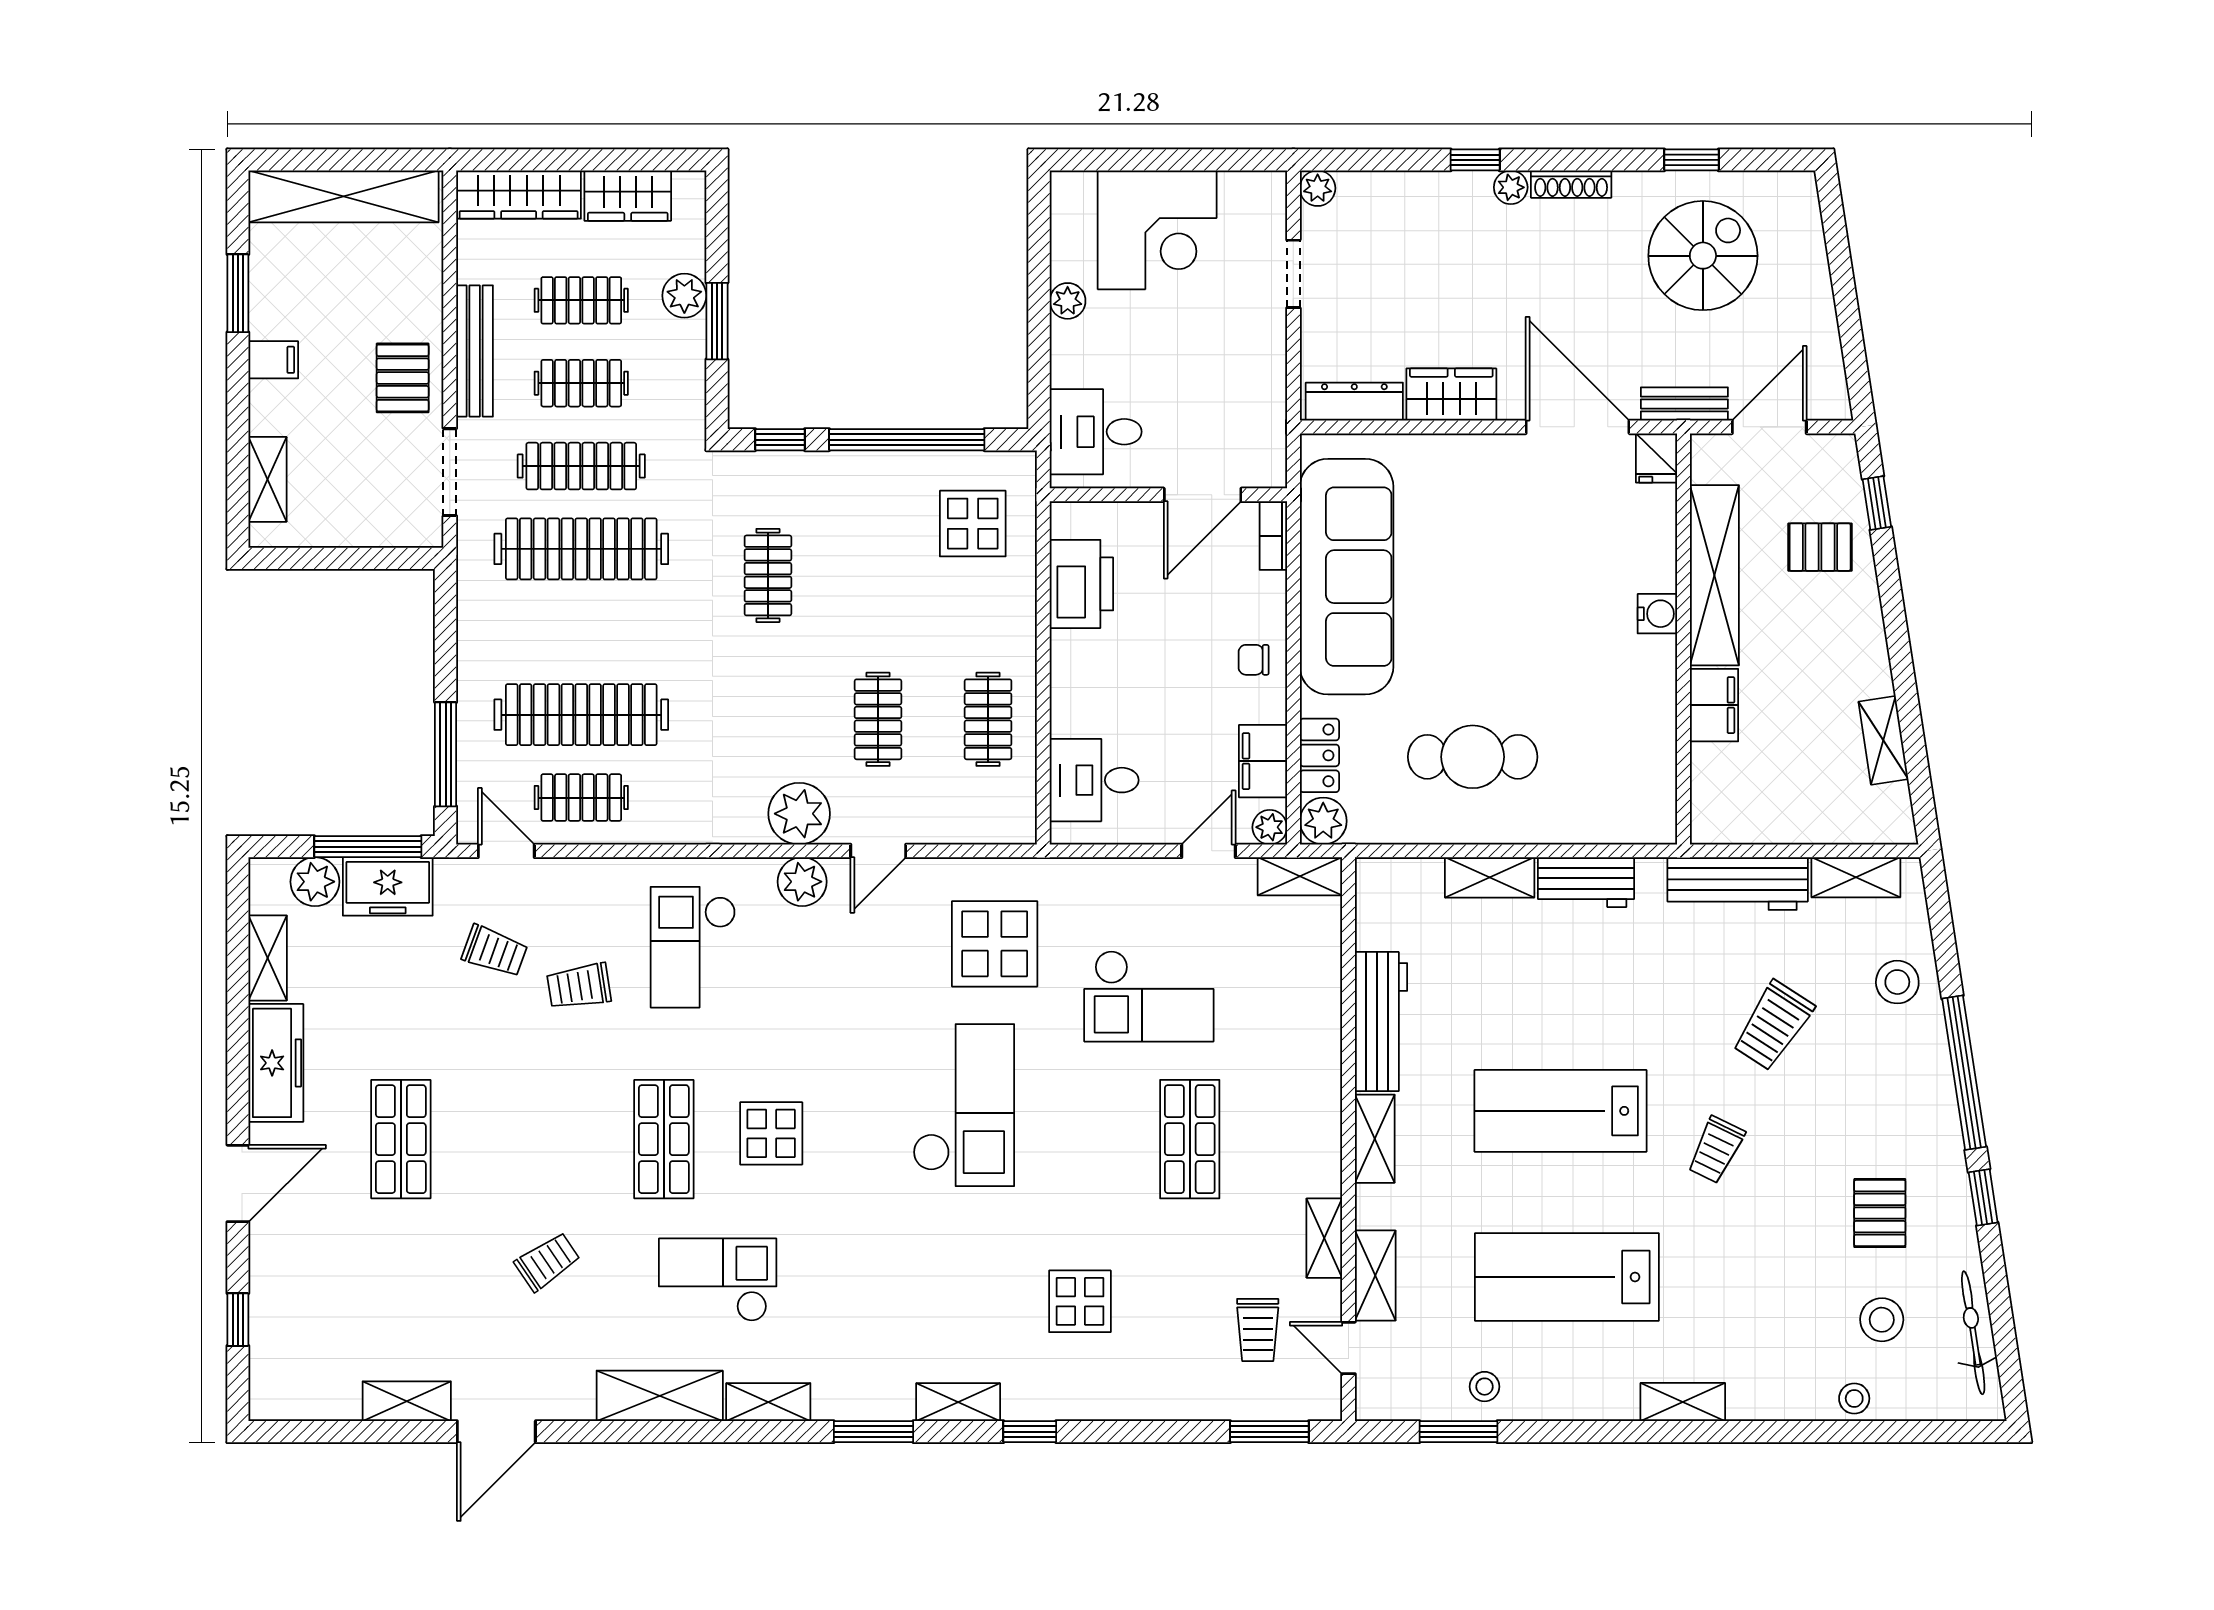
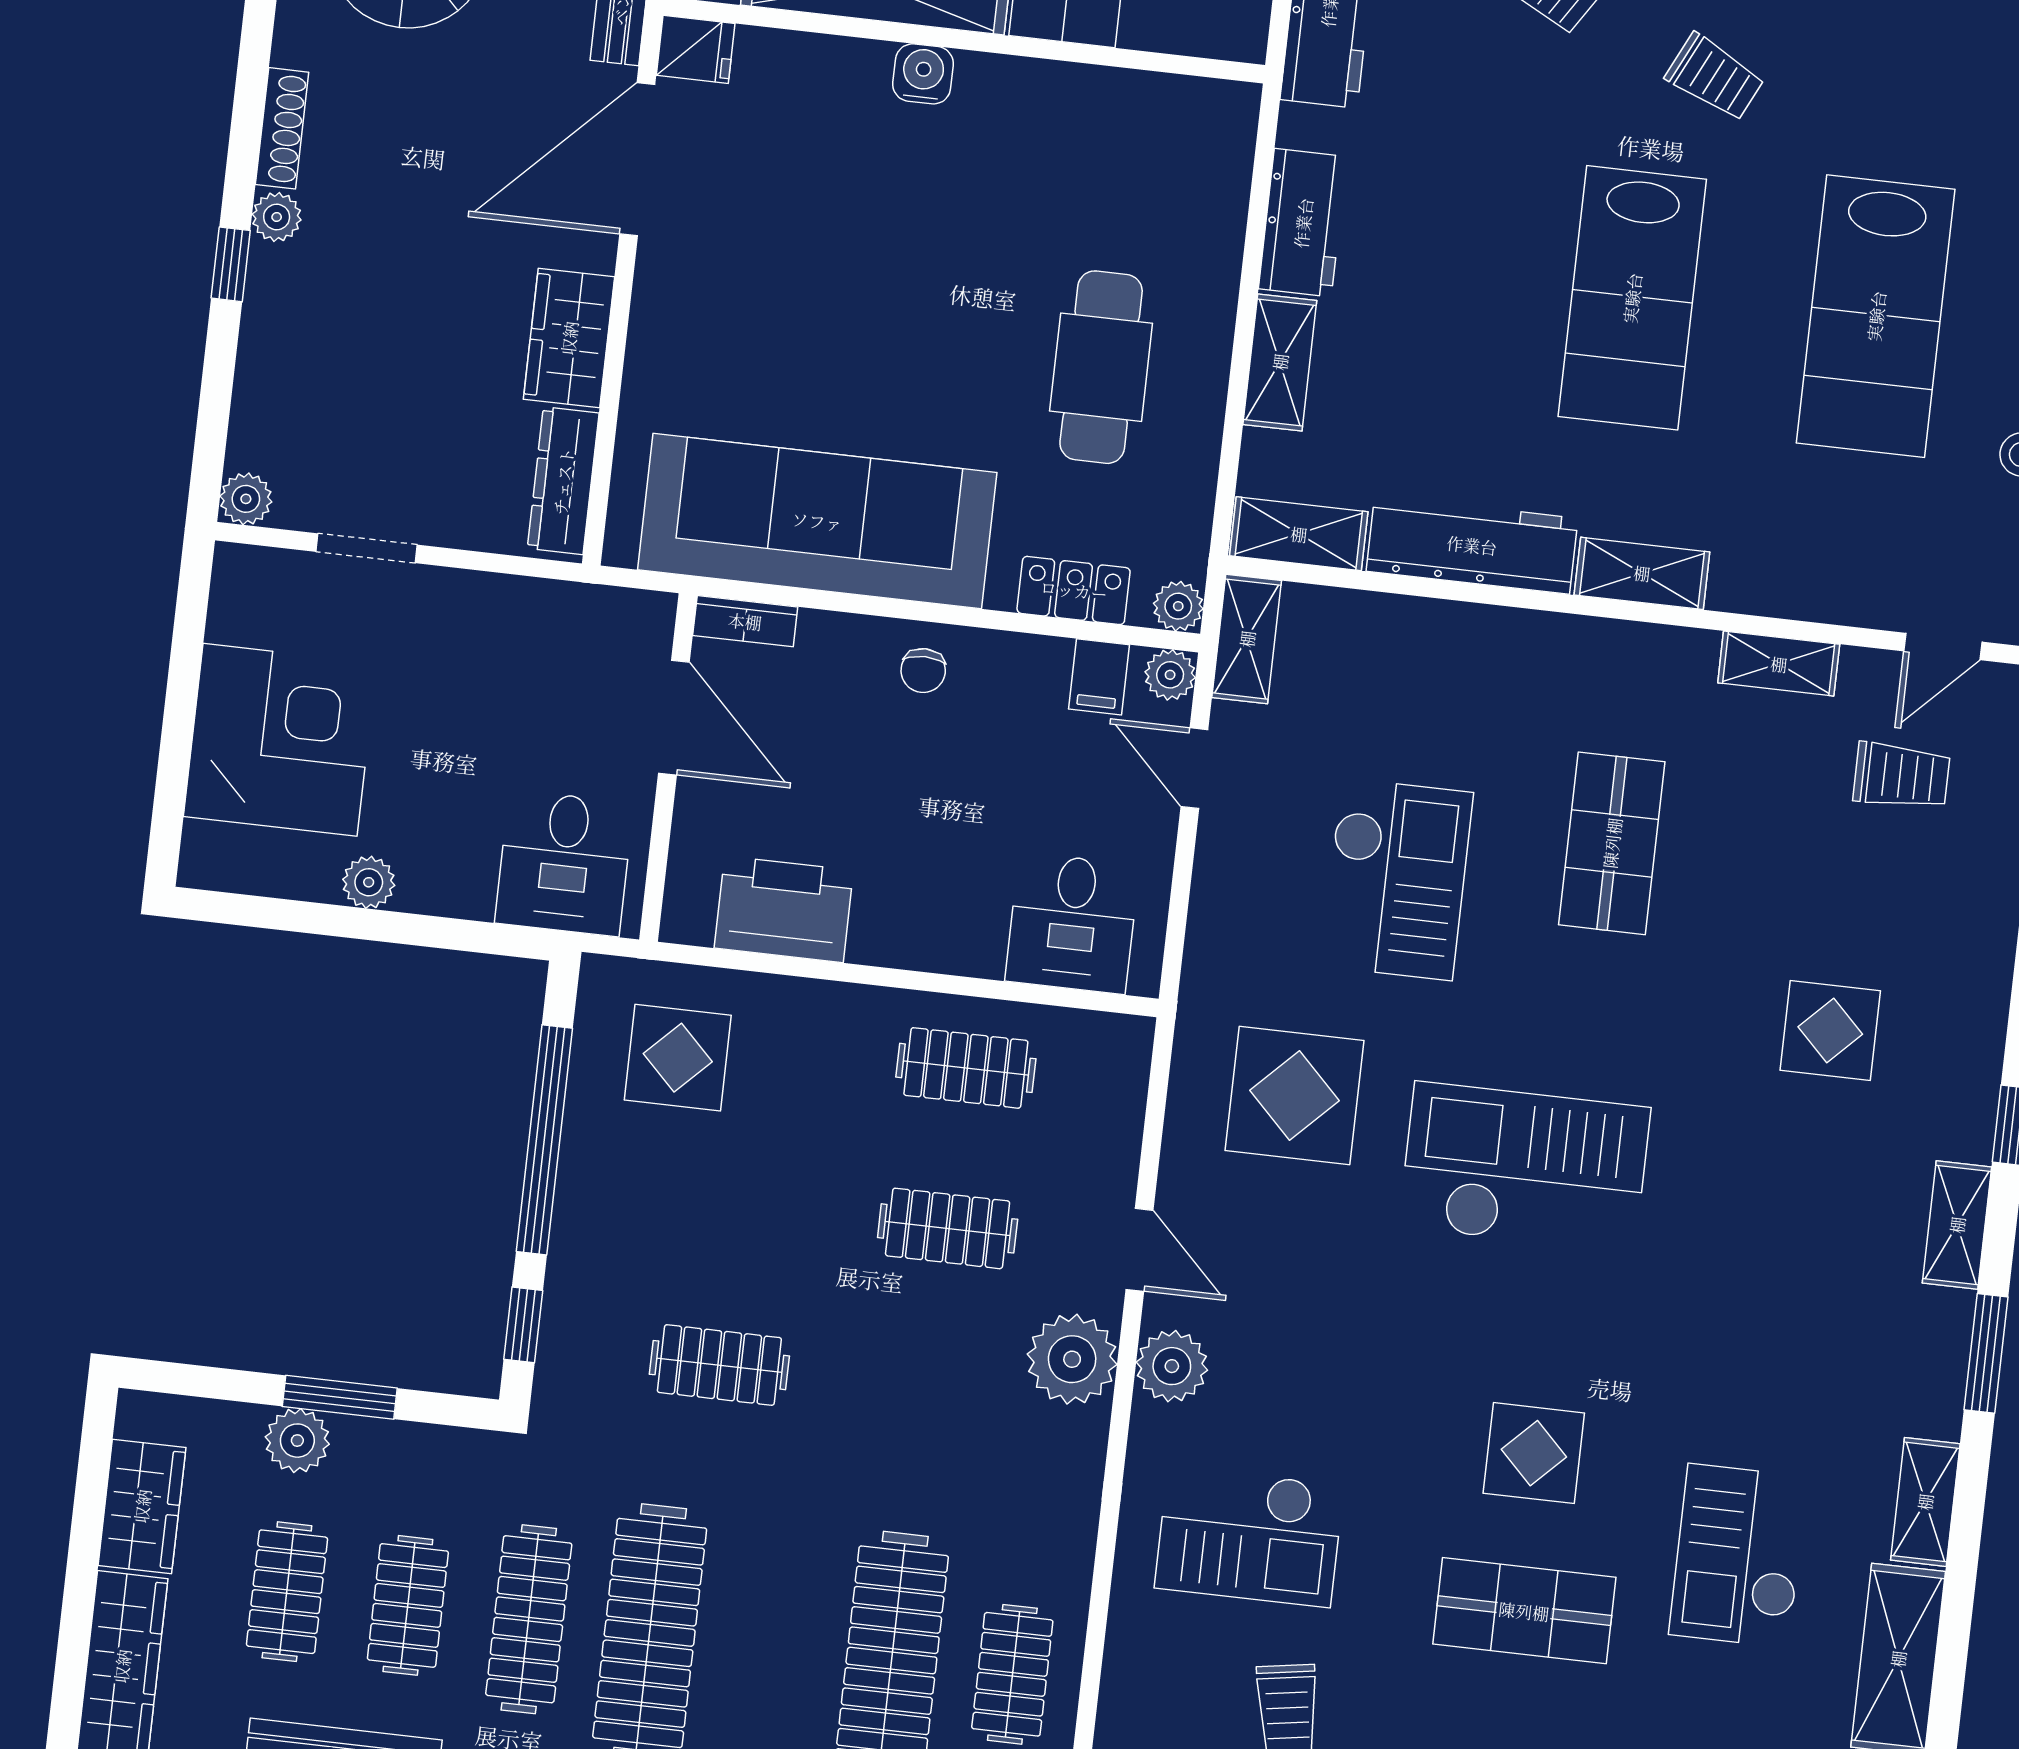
filing cabinet: (1263, 761) -> (1099, 677), width x0.50
plant: (1323, 821) -> (1178, 606), width x0.73, depth x0.73
shop shelf: (1190, 1139) -> (1612, 843), turned 90
shelving: (1375, 1276) -> (1299, 534), moved

